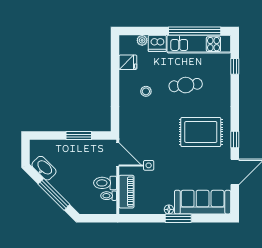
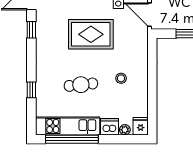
fridge: (128, 62) -> (141, 126), moved, turned 90
window: (235, 66) -> (31, 90), moved
rug: (201, 132) -> (91, 34), moved

